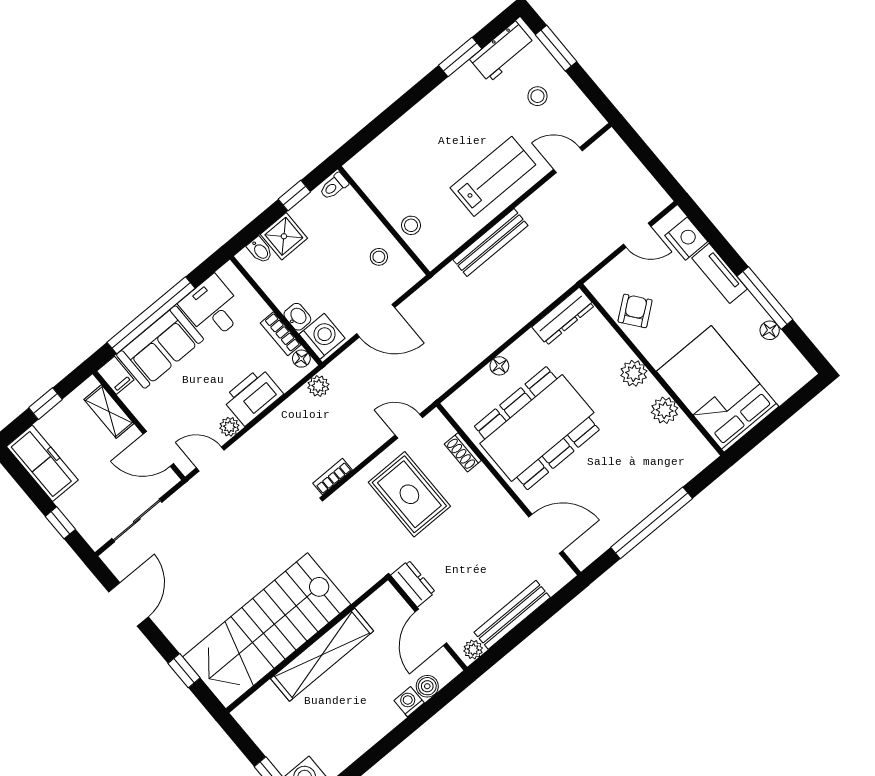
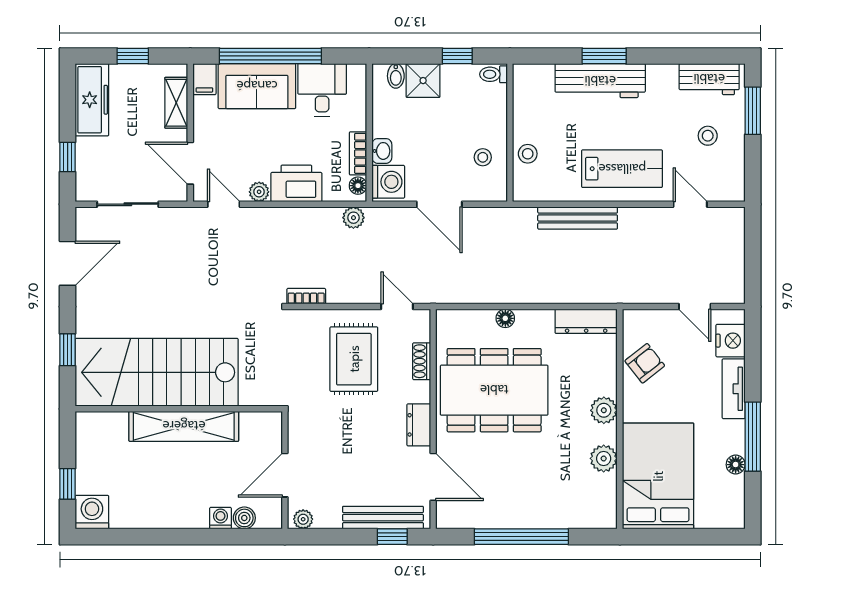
window: (460, 57) -> (604, 56), moved
workbench: (420, 123) -> (600, 81), added
dresser: (413, 584) -> (419, 425), moved, turned 180
window: (553, 606) -> (392, 537), added
bench: (512, 615) -> (383, 518), moved

